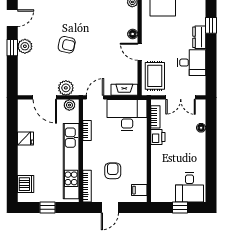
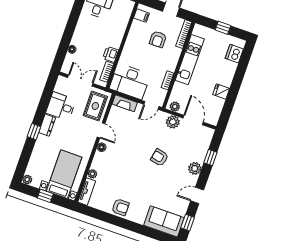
window: (12, 48) -> (210, 157), moved
kitchen unit: (71, 161) -> (190, 60), width x0.73

